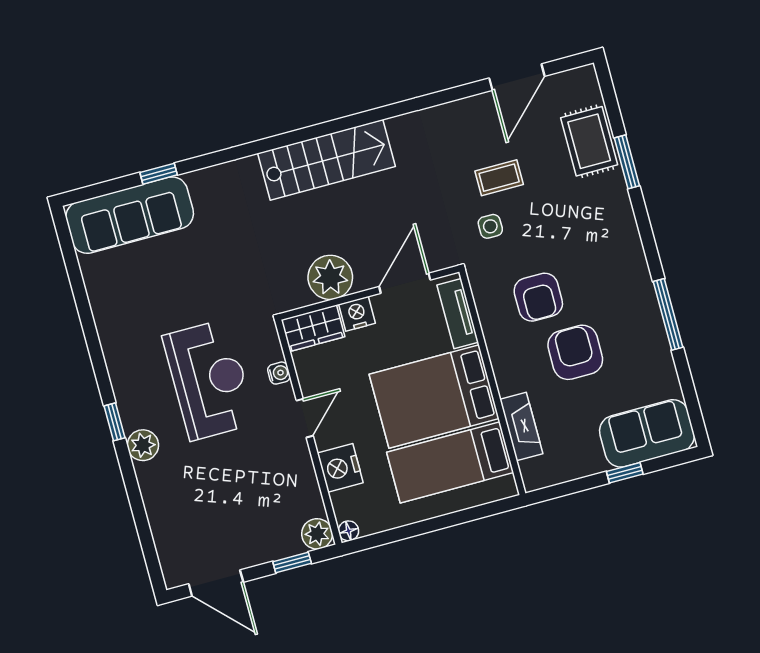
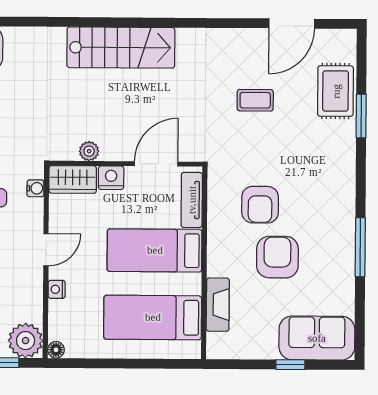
side table: (490, 226) -> (237, 137), removed
plant: (330, 277) -> (89, 151), width x0.53, depth x0.53
water cooler: (279, 373) -> (35, 188), moved
bed: (434, 396) -> (155, 250), width x0.67
nightstand: (340, 468) -> (57, 289), width x0.53, depth x0.56
plant: (317, 534) -> (26, 341), width x1.36, depth x1.36

